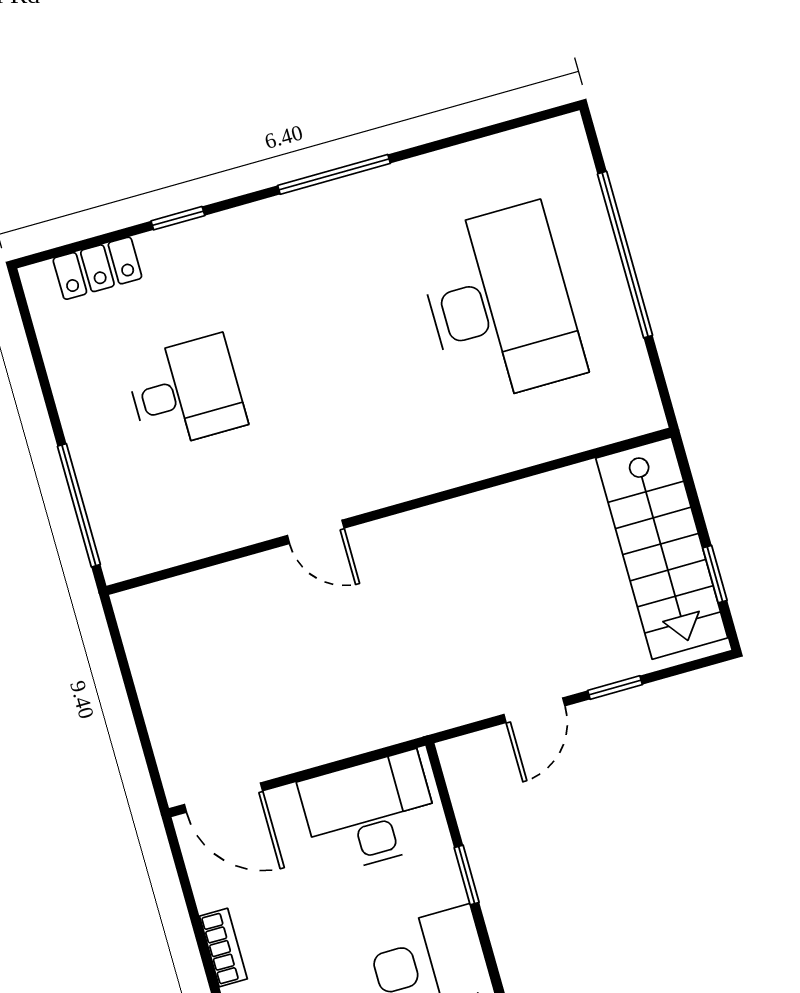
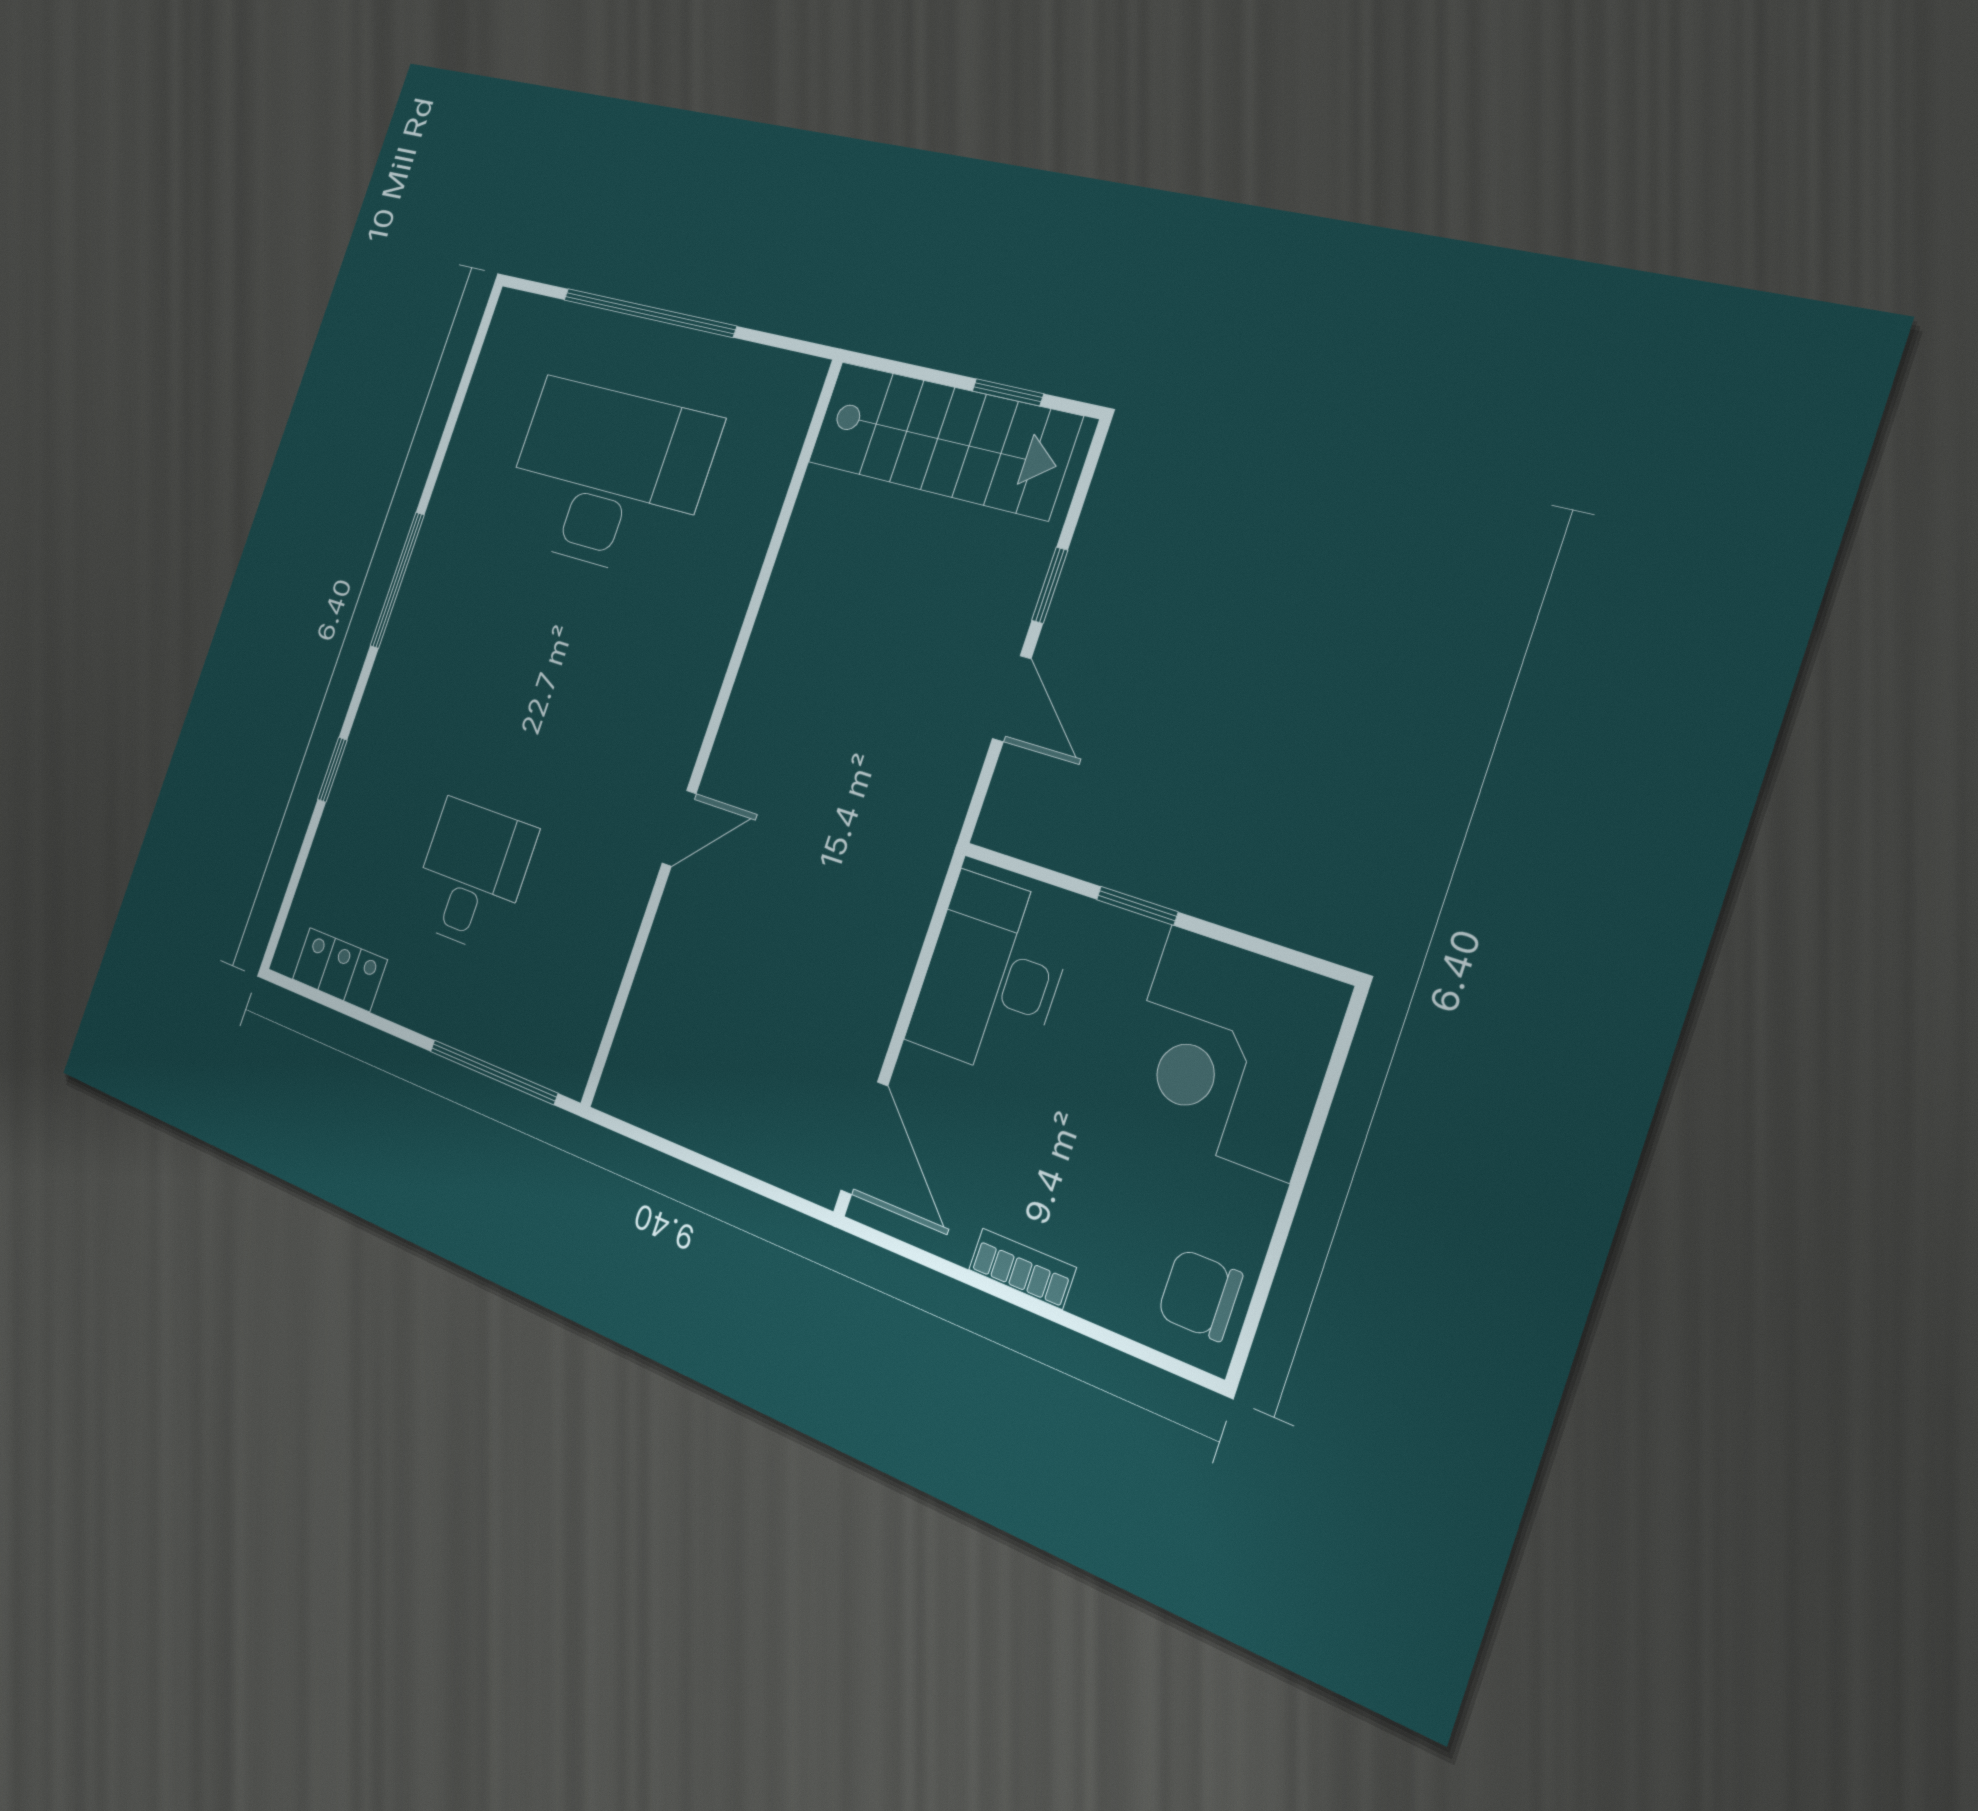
locker: (97, 268) -> (340, 969), moved, turned -90
door: (223, 798) -> (864, 1138), hinge flipped

